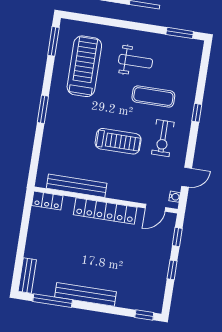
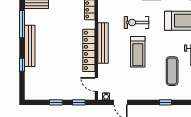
exercise bike: (163, 138) -> (136, 23), moved
bench: (77, 186) -> (103, 43), moved
window: (144, 315) -> (22, 65), moved

